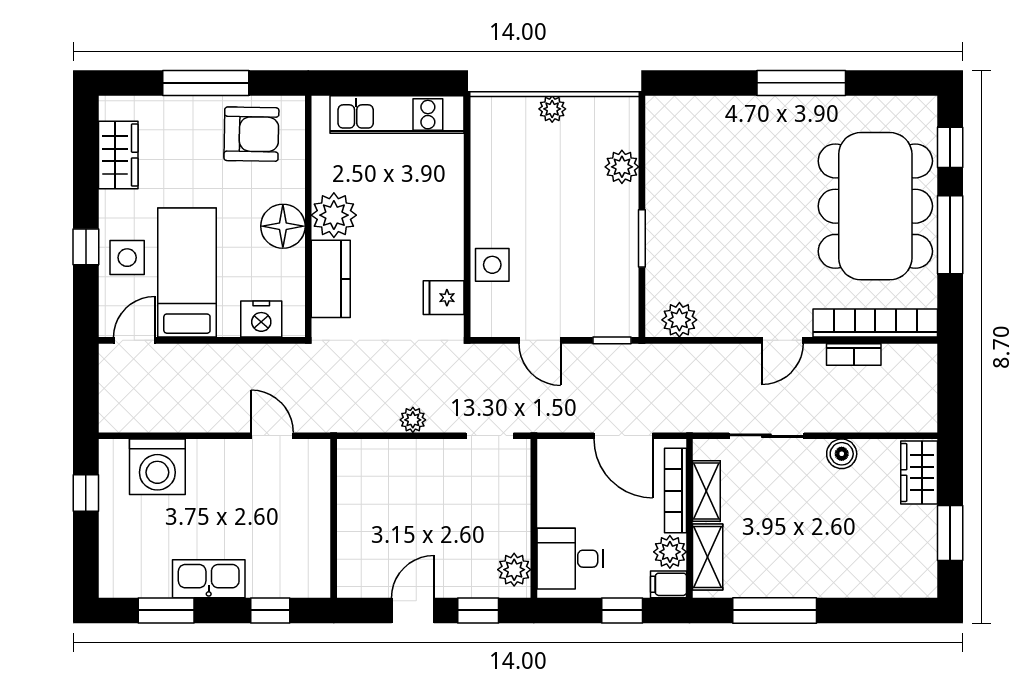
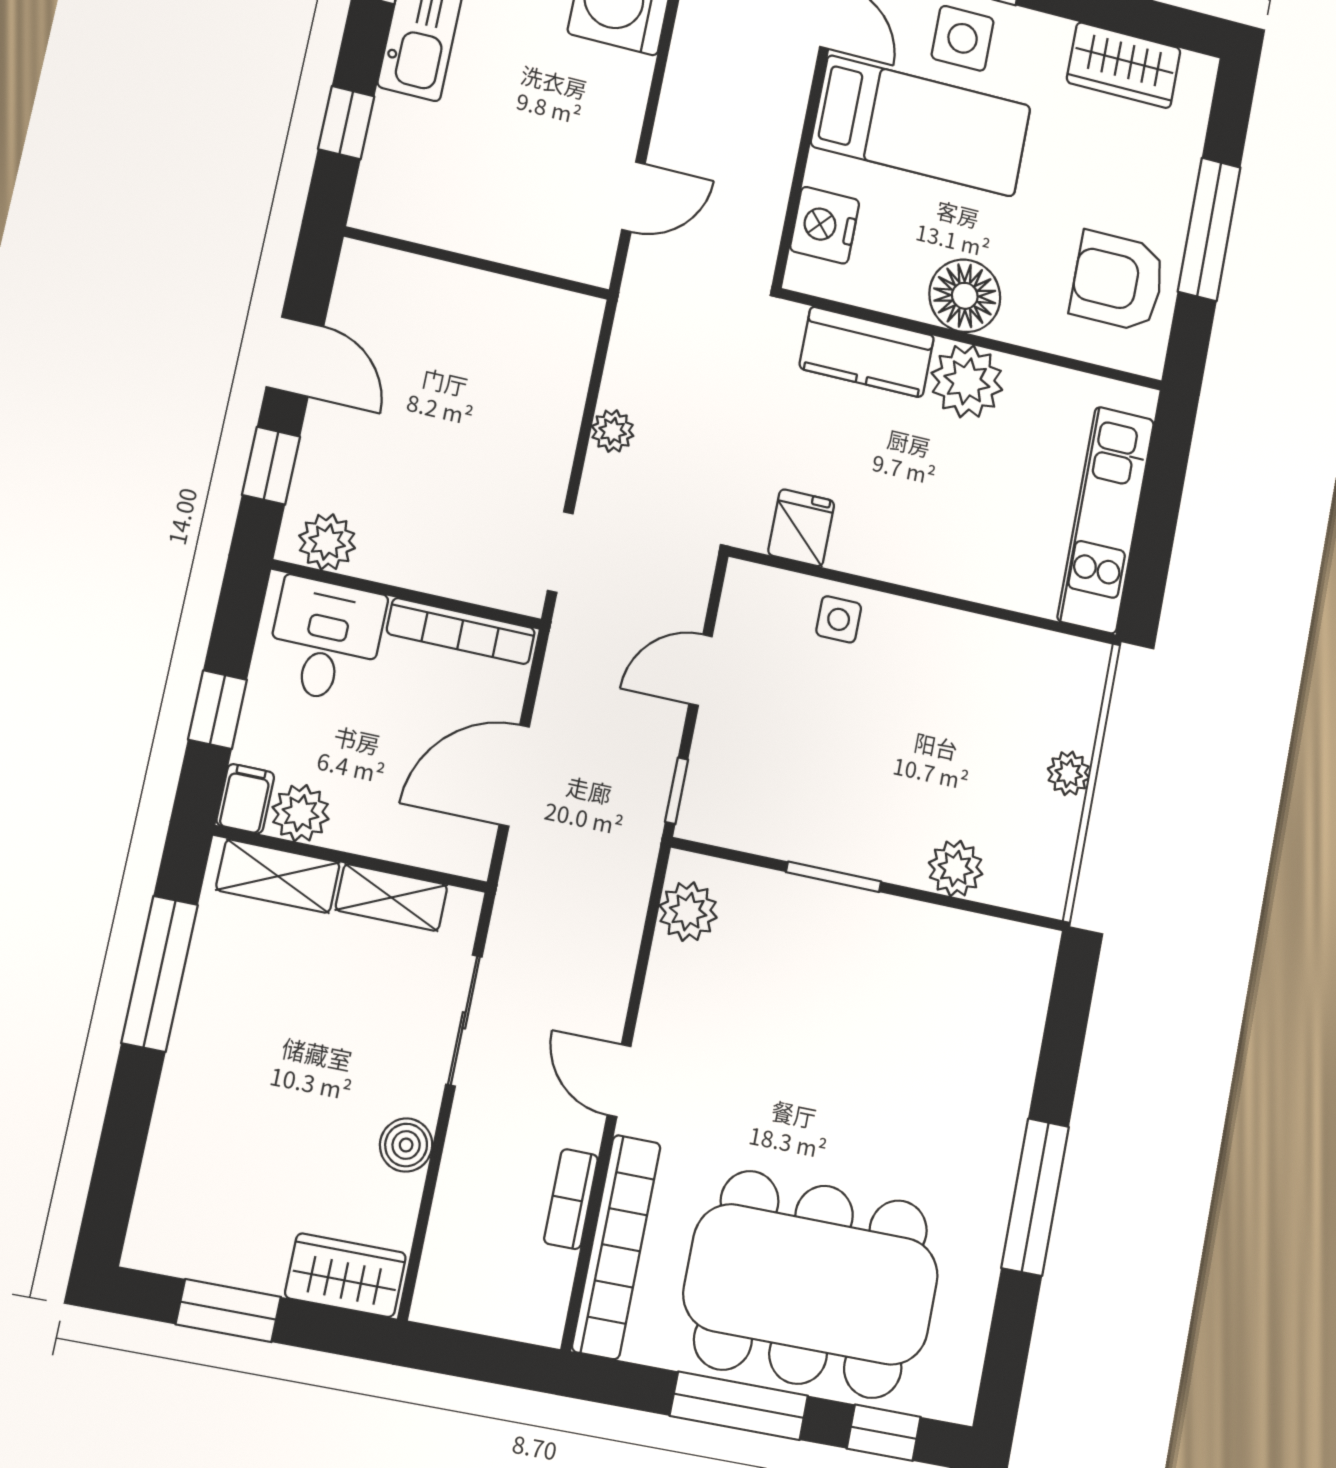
armchair: (251, 134) -> (1118, 281), turned 89
side table: (492, 265) -> (839, 619), width x0.73, depth x0.73
bookcase: (676, 491) -> (461, 631), moved, turned 180

